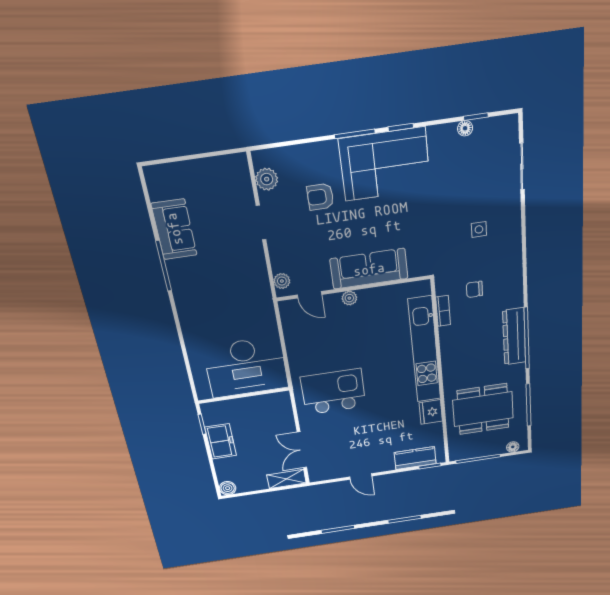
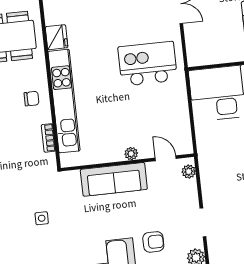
side table: (479, 229) -> (42, 218), moved
chair: (474, 289) -> (31, 99), moved
kitchen island: (333, 392) -> (148, 64), turned 180

